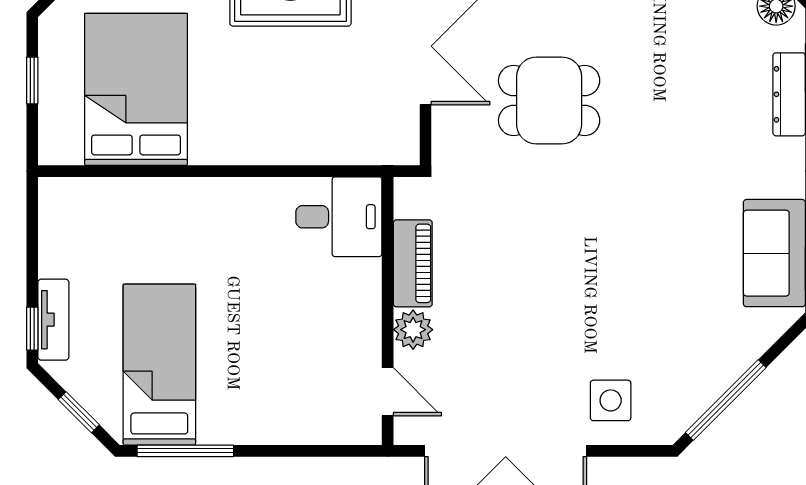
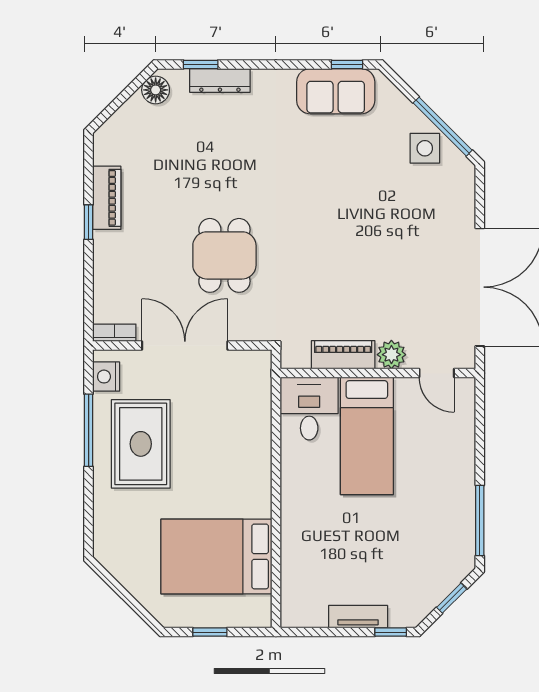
tv unit: (53, 320) -> (358, 617), moved
bed: (159, 365) -> (367, 436), moved, turned -90
door: (388, 392) -> (437, 373), swing flipped
side table: (611, 400) -> (425, 148), moved

